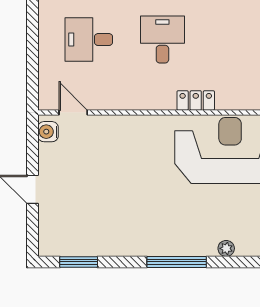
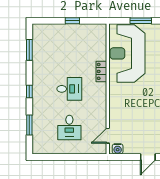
desk: (162, 40) -> (69, 89), turned 180

